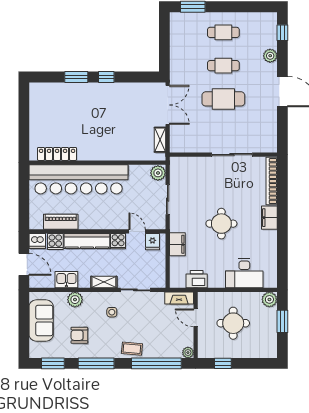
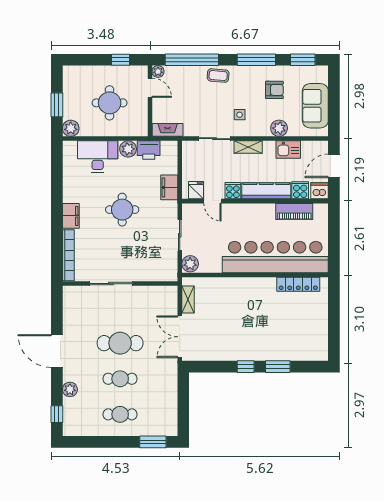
door: (24, 264) -> (334, 166), hinge flipped
plant: (216, 280) -> (128, 149), added
door: (196, 318) -> (150, 88), moved

